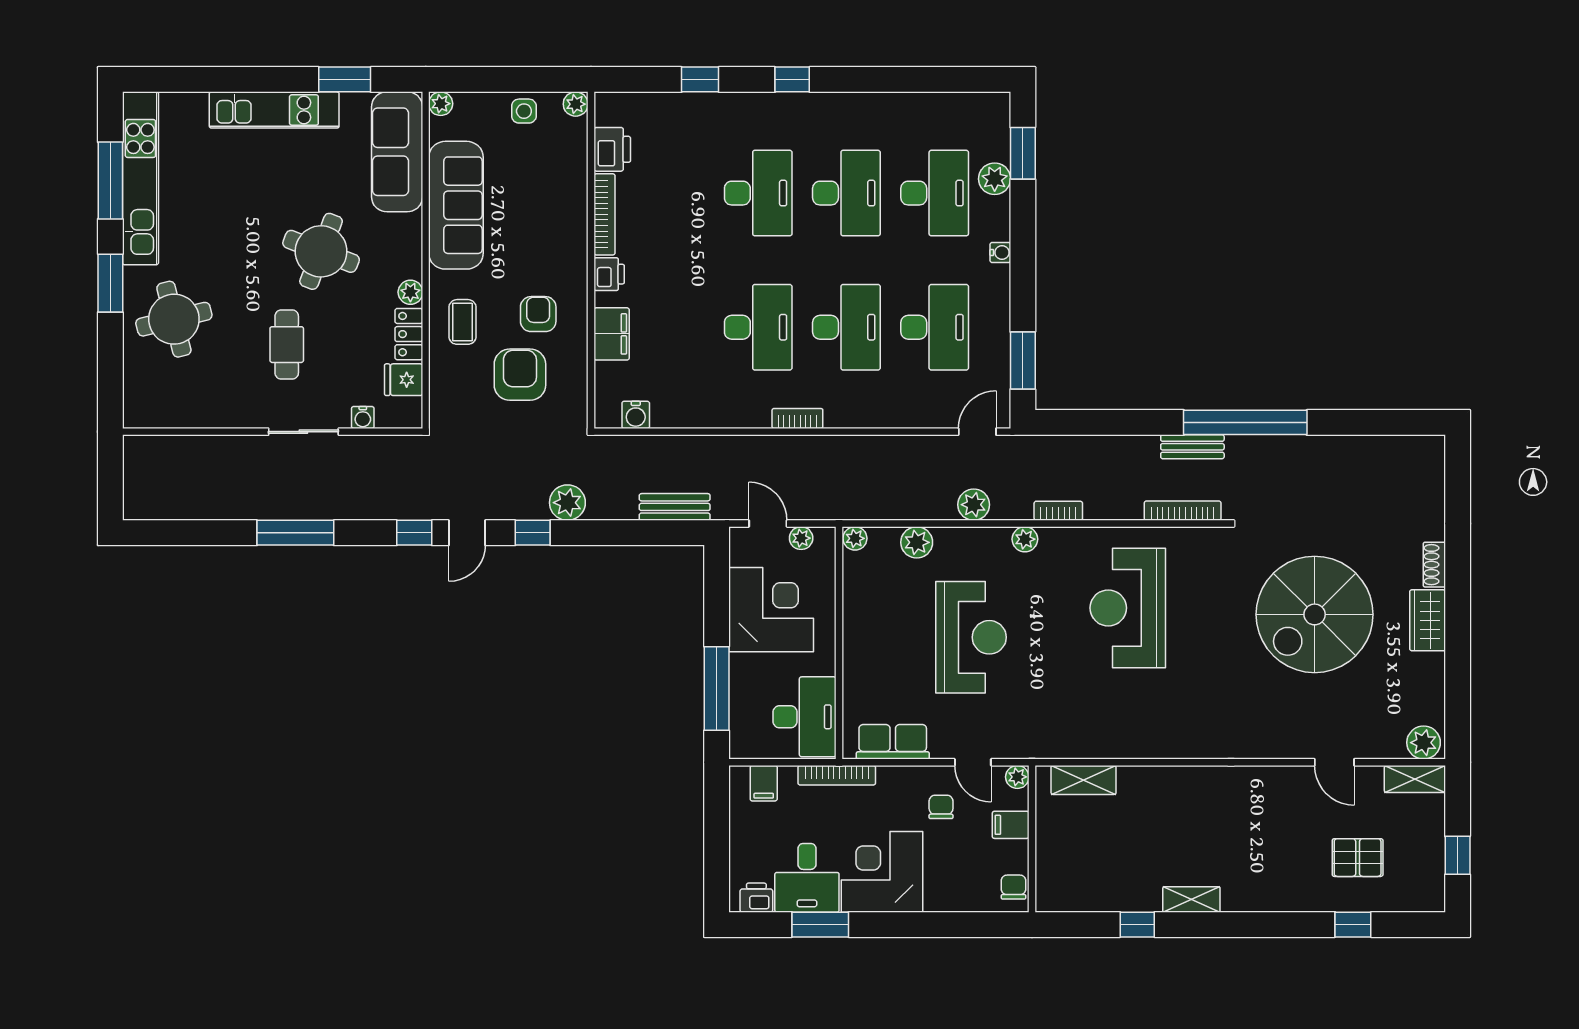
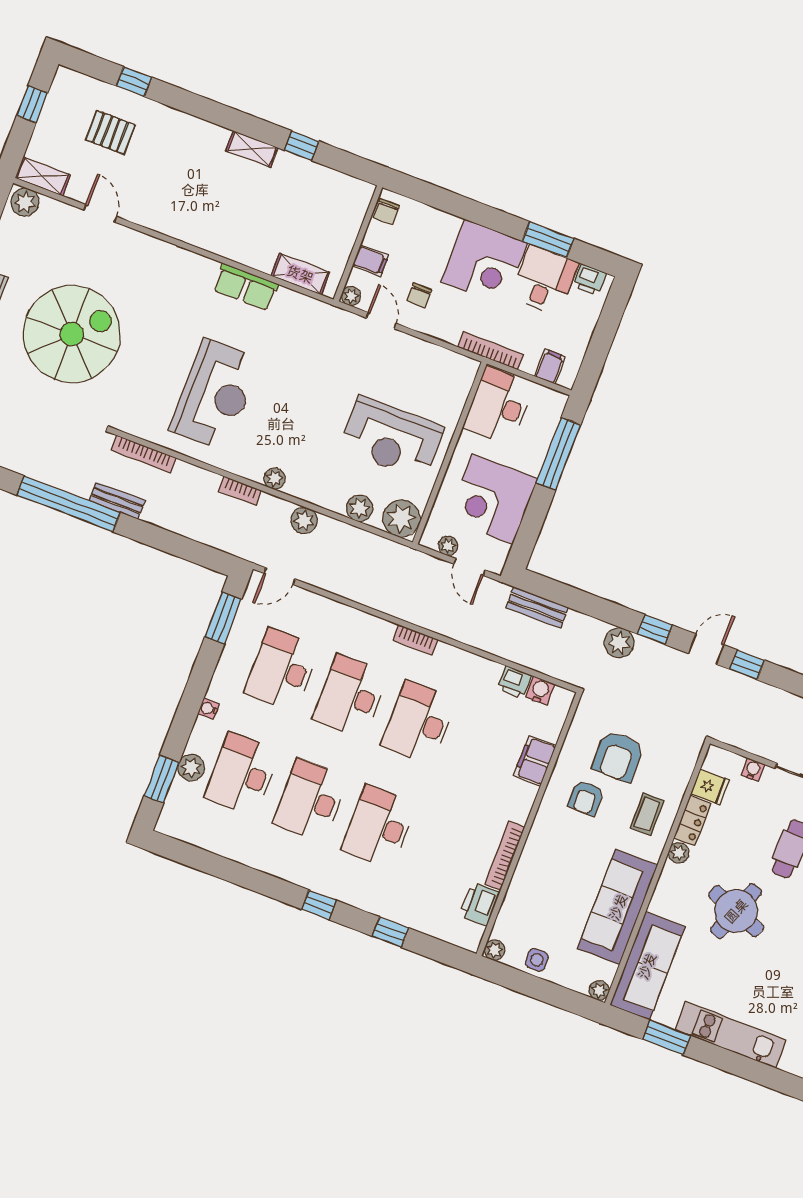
printer: (609, 274) -> (514, 682), moved, turned -90
plant: (855, 538) -> (401, 518), width x1.88, depth x1.88
reception desk: (971, 637) -> (392, 438), moved, turned -90
row of seats: (893, 742) -> (245, 287), moved

